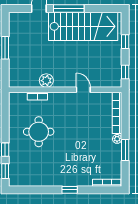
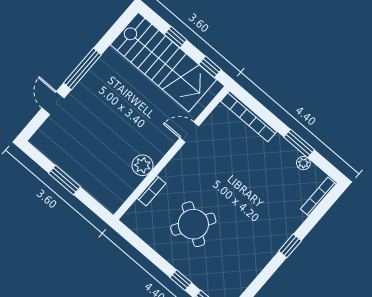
stairs: (83, 26) -> (163, 62), moved, turned 90
round table: (39, 132) -> (193, 224), turned 32
plant: (117, 139) -> (303, 163), moved

